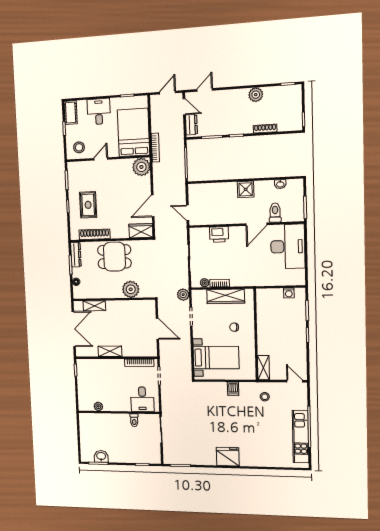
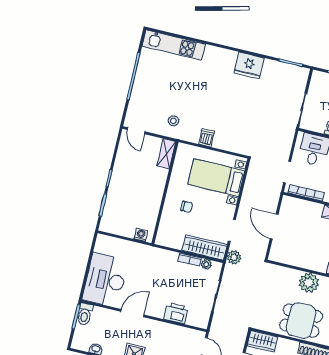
toilet: (275, 213) -> (85, 314), moved
plant: (131, 289) -> (309, 283), moved
washing machine: (289, 293) -> (141, 235), moved
wardrobe: (226, 296) -> (205, 247), moved
kitchen unit: (301, 437) -> (174, 45), moved, turned 90
fridge: (228, 457) -> (249, 65), moved

